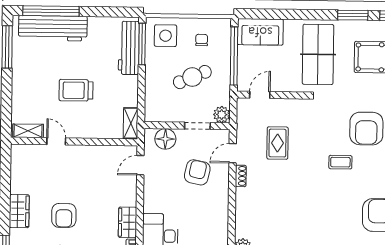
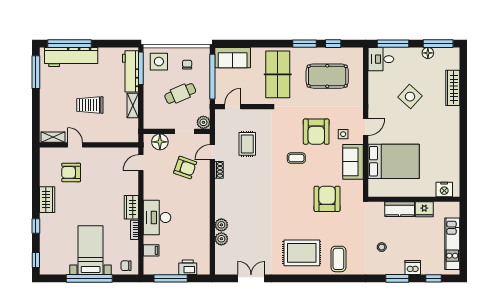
shelving: (131, 123) -> (133, 106), moved
armchair: (197, 172) -> (185, 168), turned 97
armchair: (64, 215) -> (71, 172), moved, turned 90

